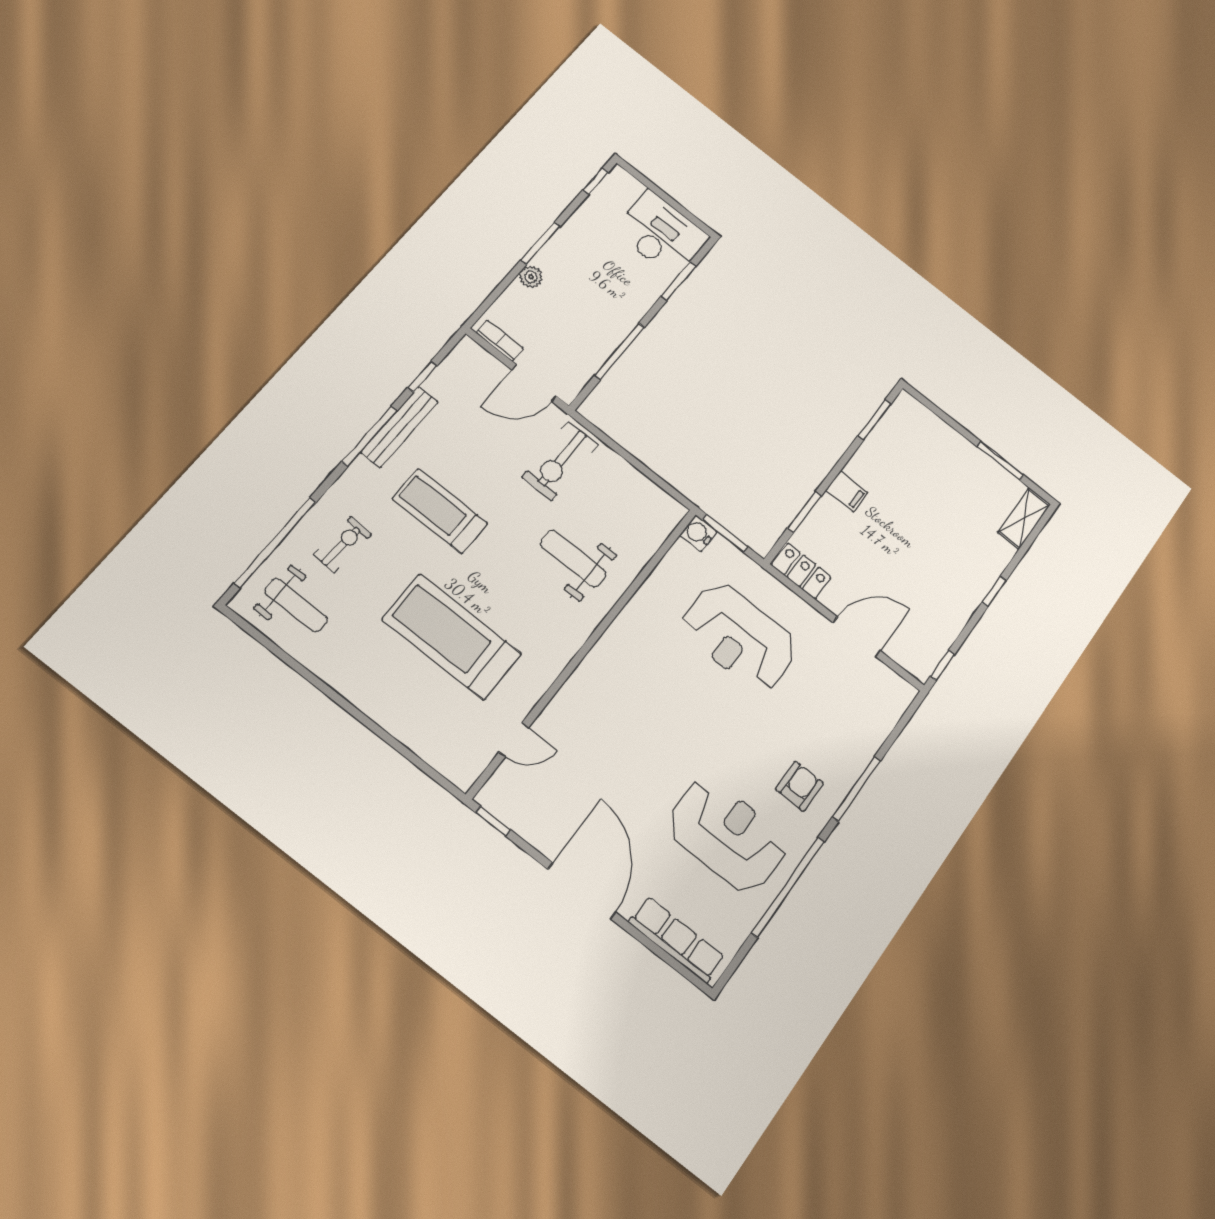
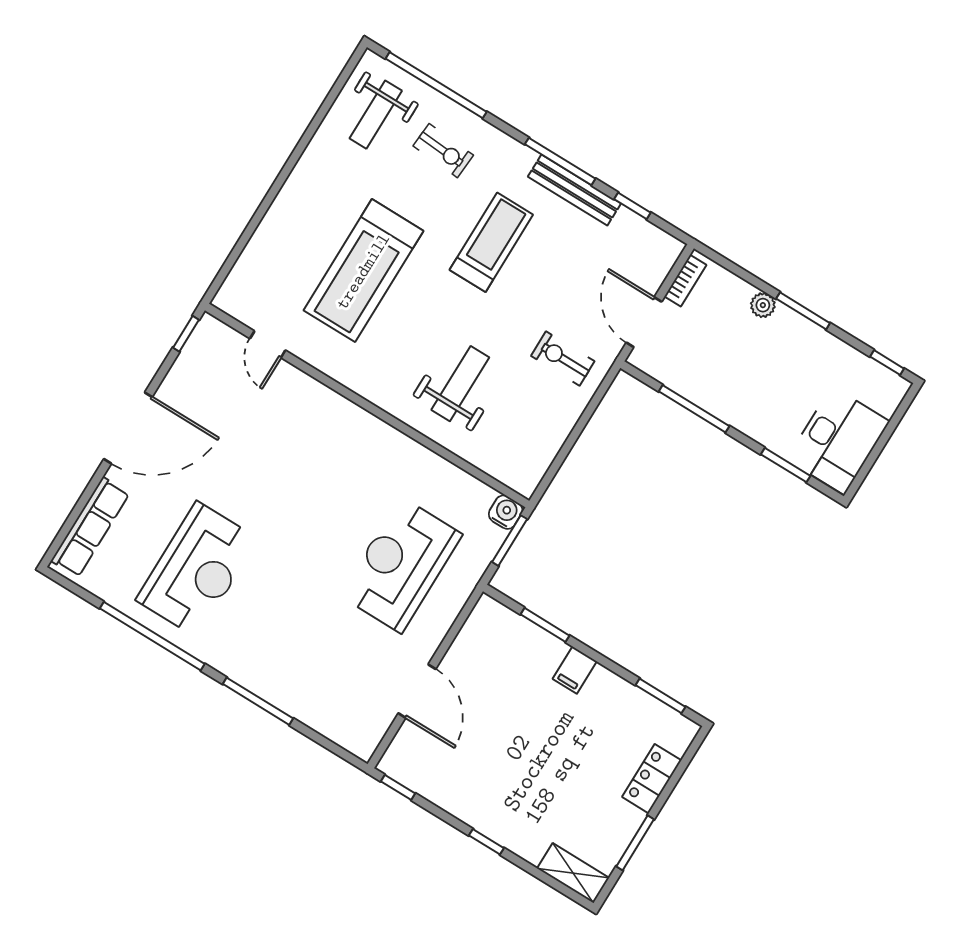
exercise bike: (560, 461) -> (563, 359), width x0.73, depth x0.72
locker: (801, 571) -> (652, 779), moved, turned 180
treadmill: (452, 637) -> (363, 271), turned 180
armchair: (800, 786) -> (254, 641), removed

